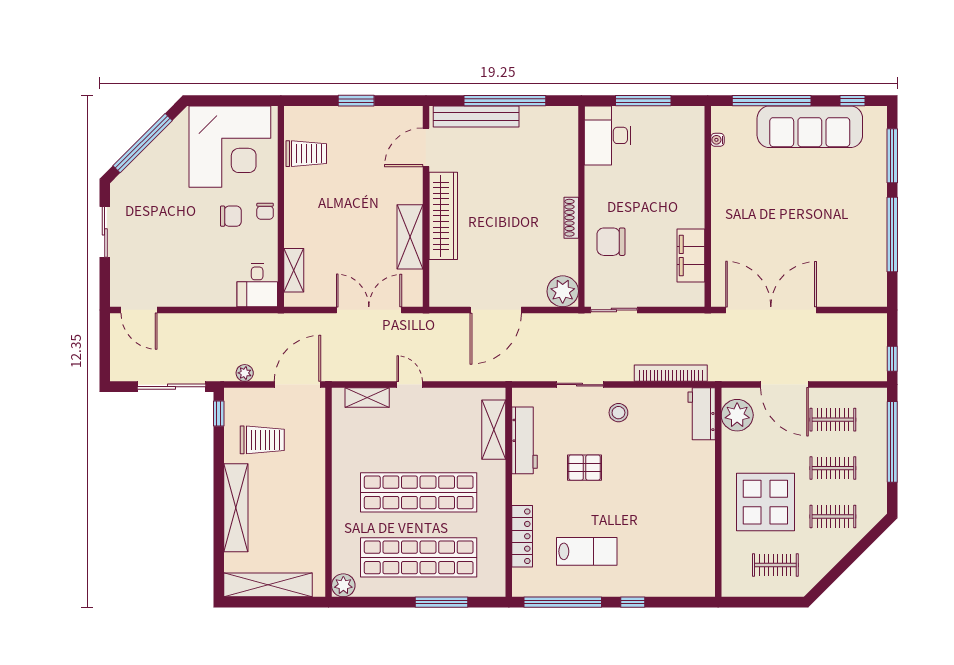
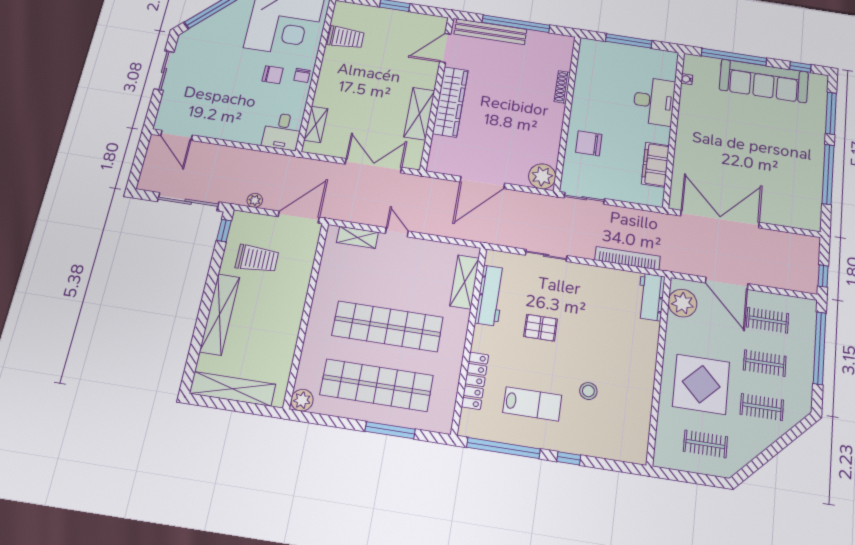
desk: (608, 135) -> (654, 101), moved, turned 180
shoe rack: (571, 218) -> (562, 87), moved
stool: (618, 413) -> (588, 391), moved

